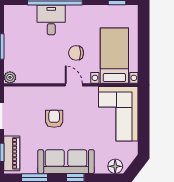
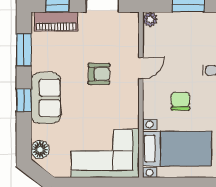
door: (74, 85) -> (141, 68), moved
sofa: (66, 162) -> (46, 98), width x0.73

